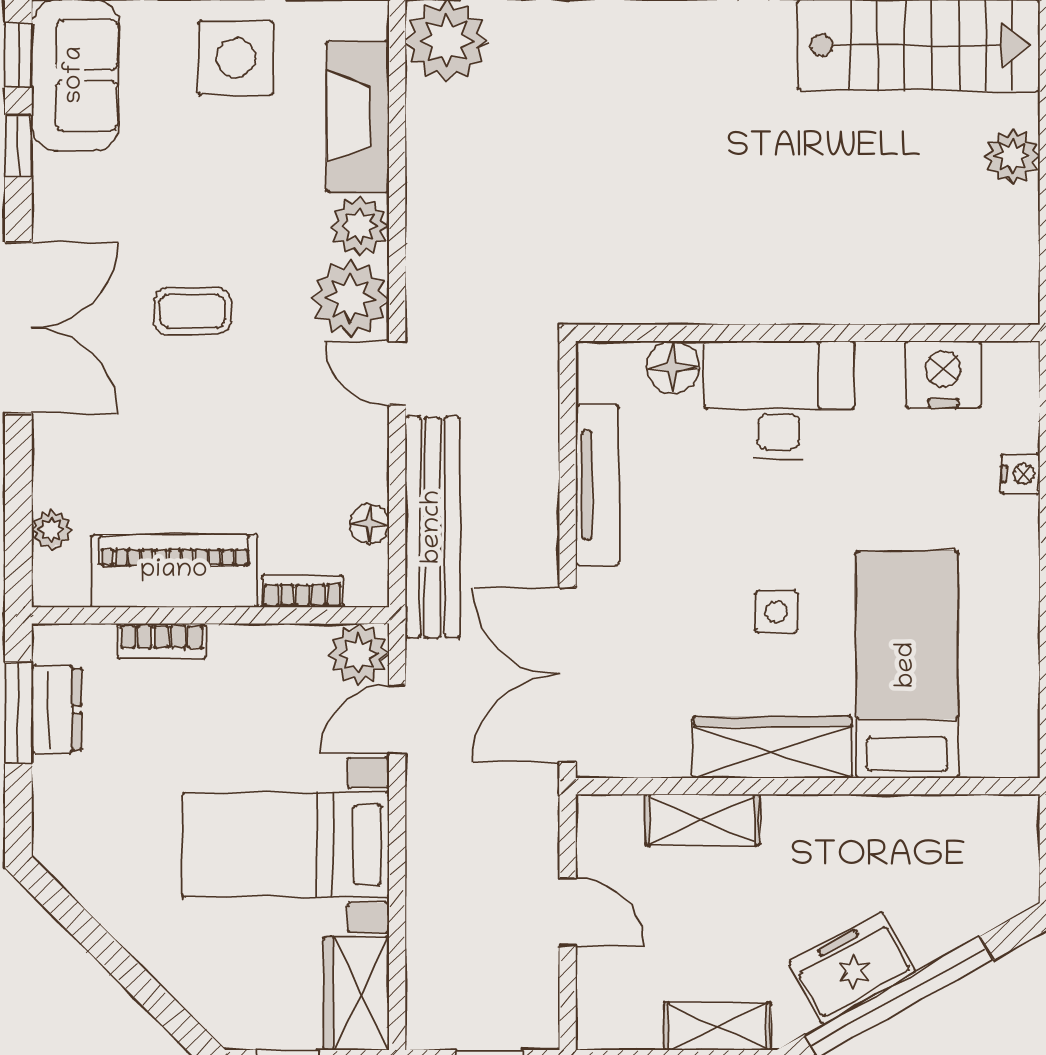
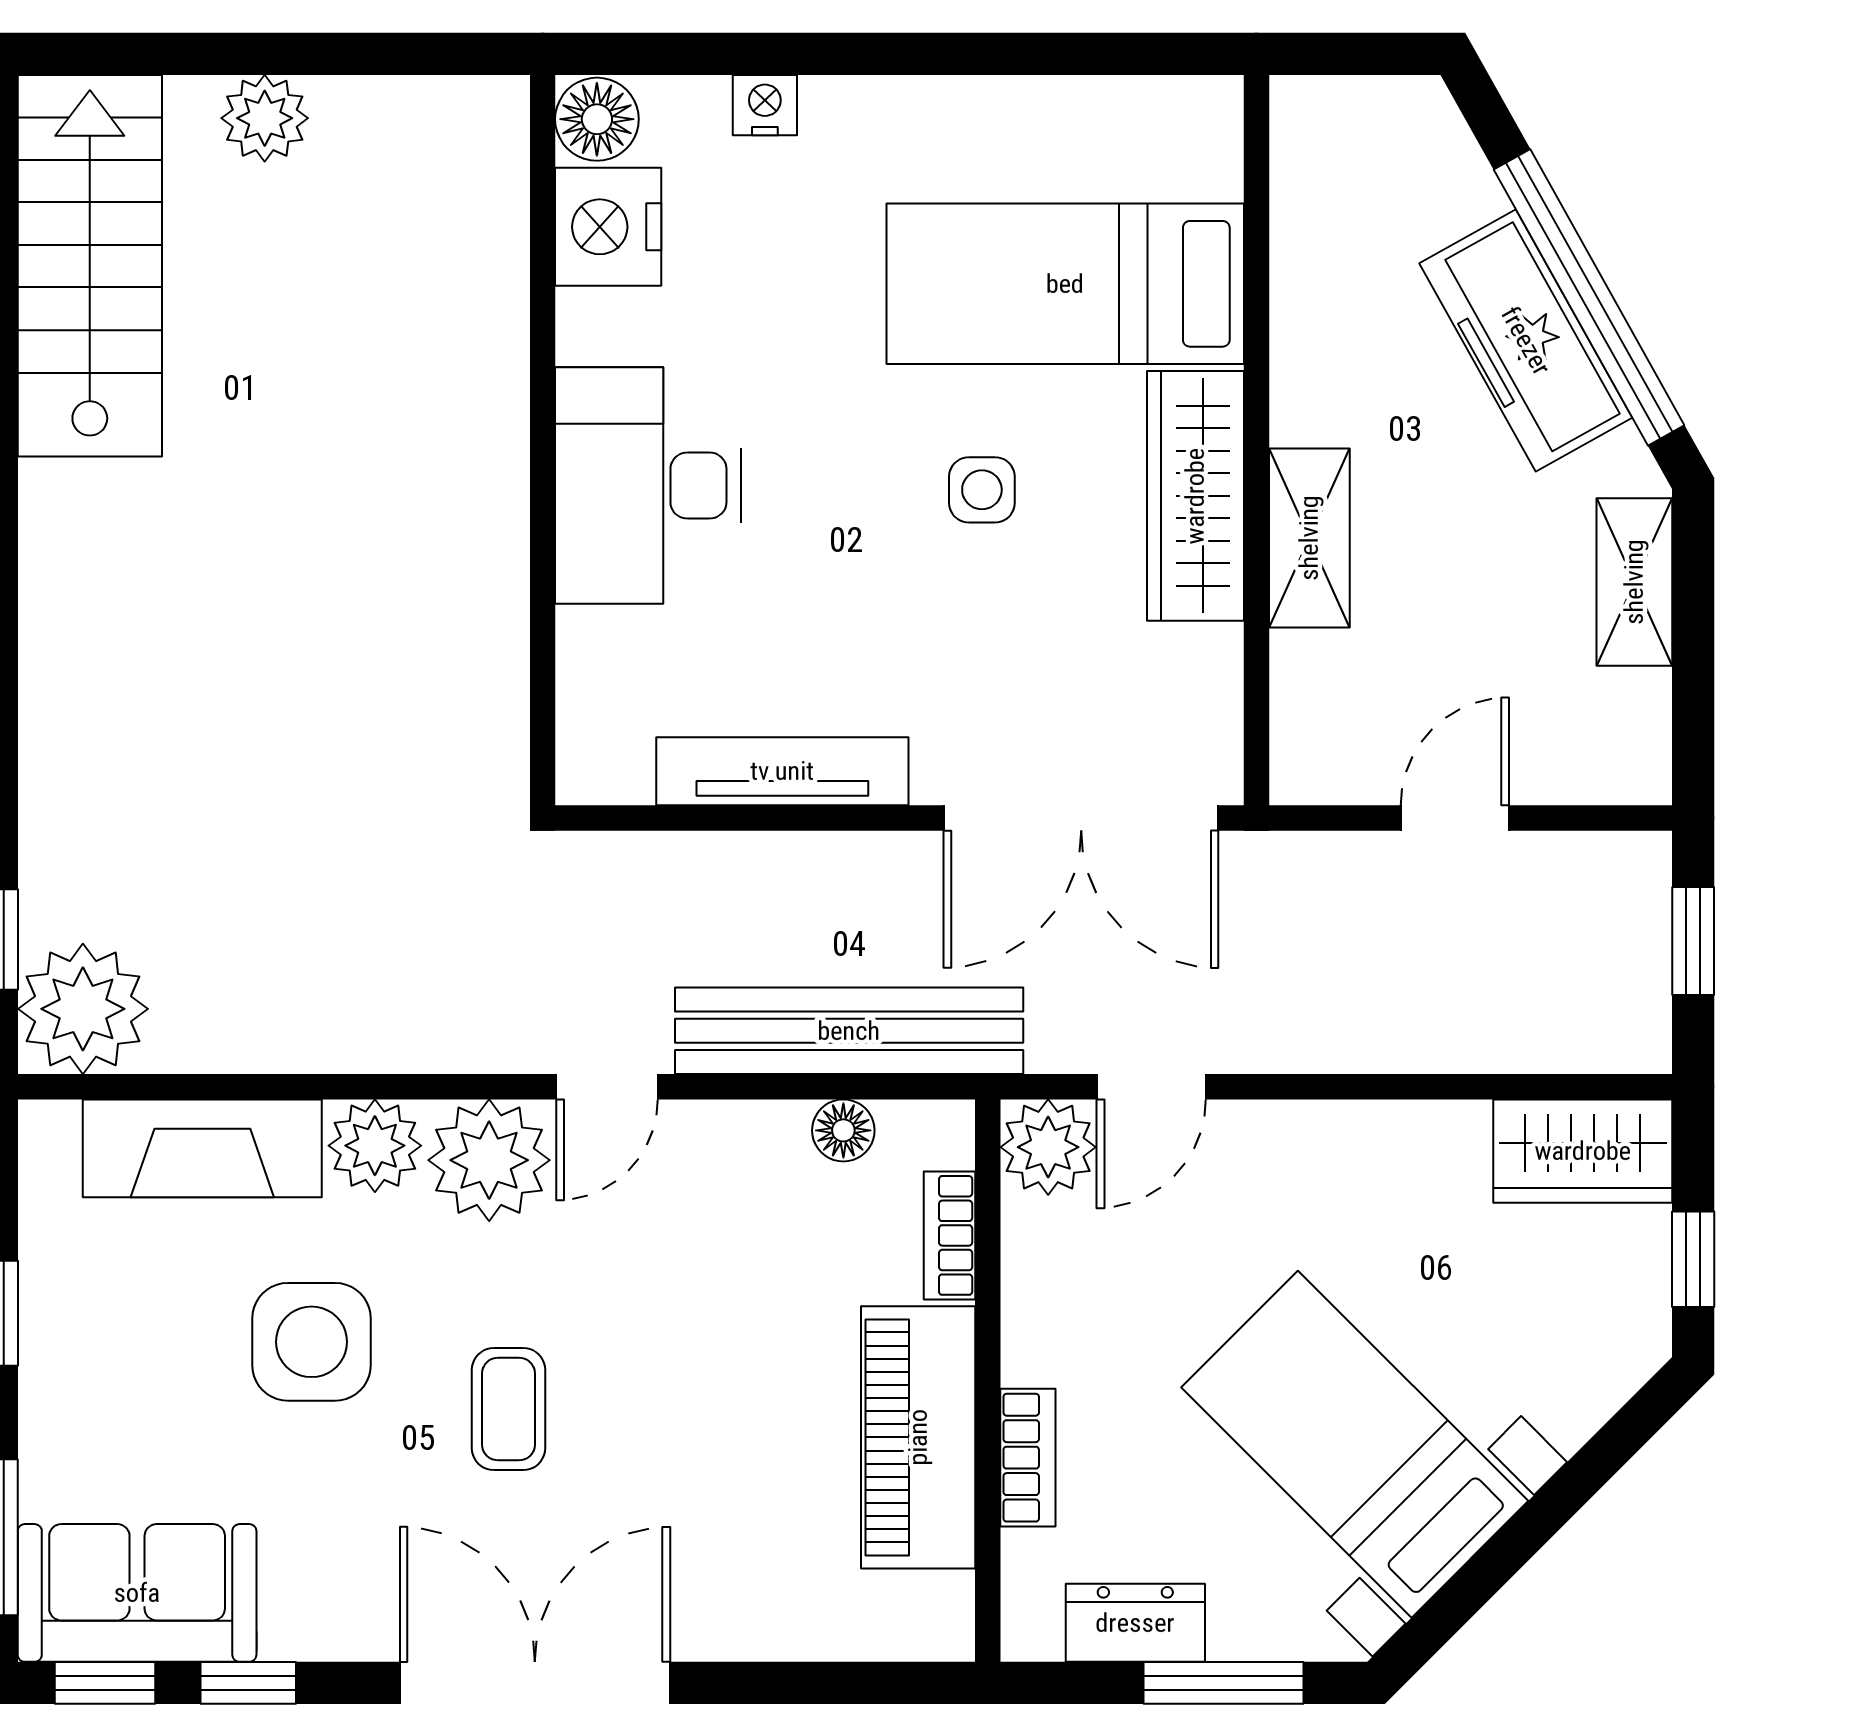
side table: (236, 58) -> (312, 1342), moved
floor lamp: (673, 367) -> (597, 119), moved
plant: (52, 530) -> (853, 1630), removed
window: (18, 713) -> (1223, 1683), moved
door: (397, 719) -> (1151, 1087), hinge flipped
shelving: (702, 820) -> (1309, 538), moved
bed with nightstands: (286, 845) -> (1355, 1444), moved, turned 135
freezer: (852, 968) -> (1526, 341), width x1.40

